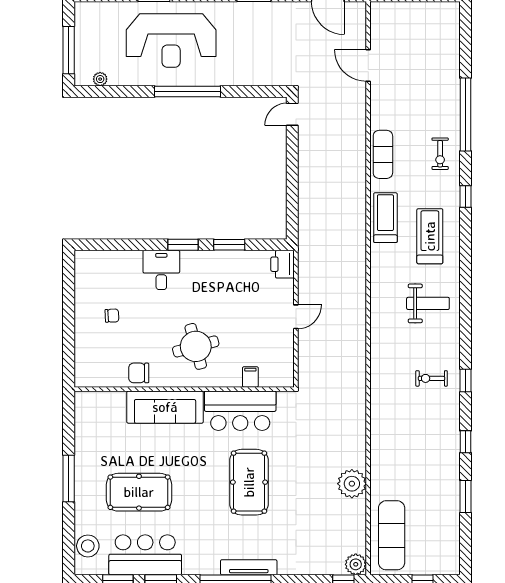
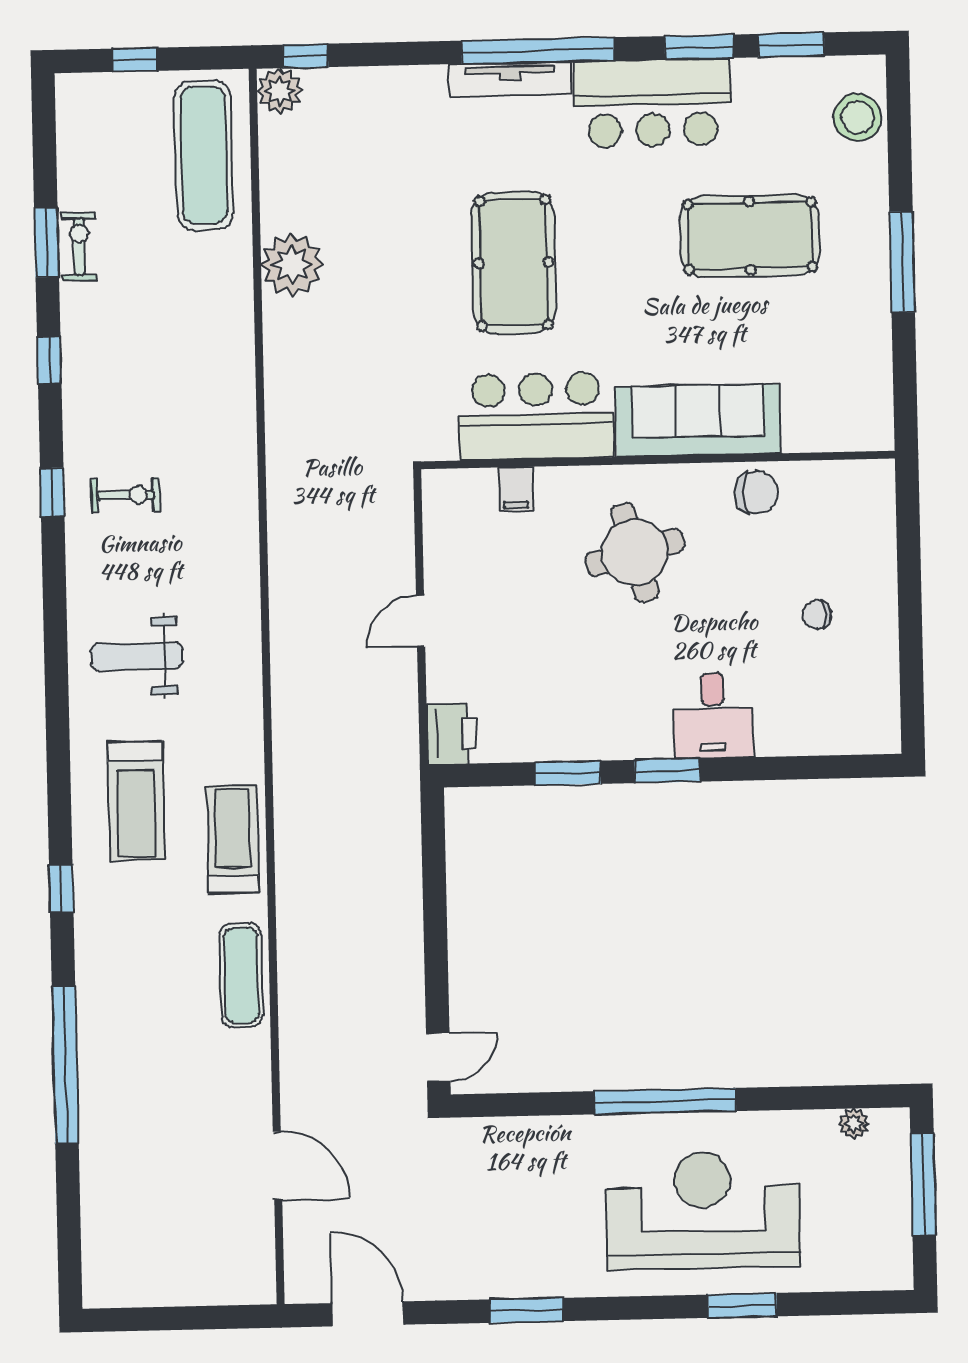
exercise bike: (440, 154) -> (79, 247), moved
treadmill: (385, 218) -> (233, 839), turned 180
bar counter: (145, 555) -> (652, 103), moved

